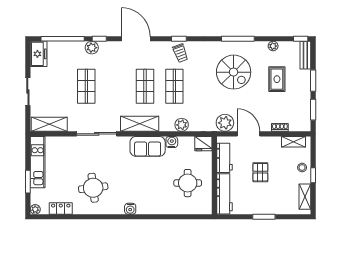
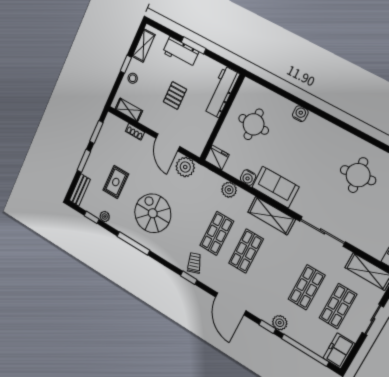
window: (301, 39) -> (92, 217), moved
shop shelf: (57, 86) -> (338, 306), added
workbench: (224, 158) -> (181, 52), moved, turned -90
water cooler: (130, 209) -> (300, 114), moved

